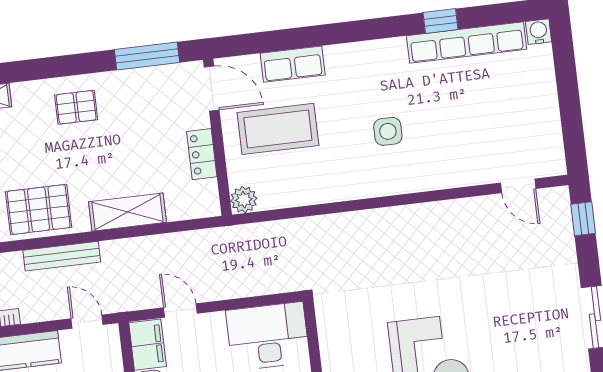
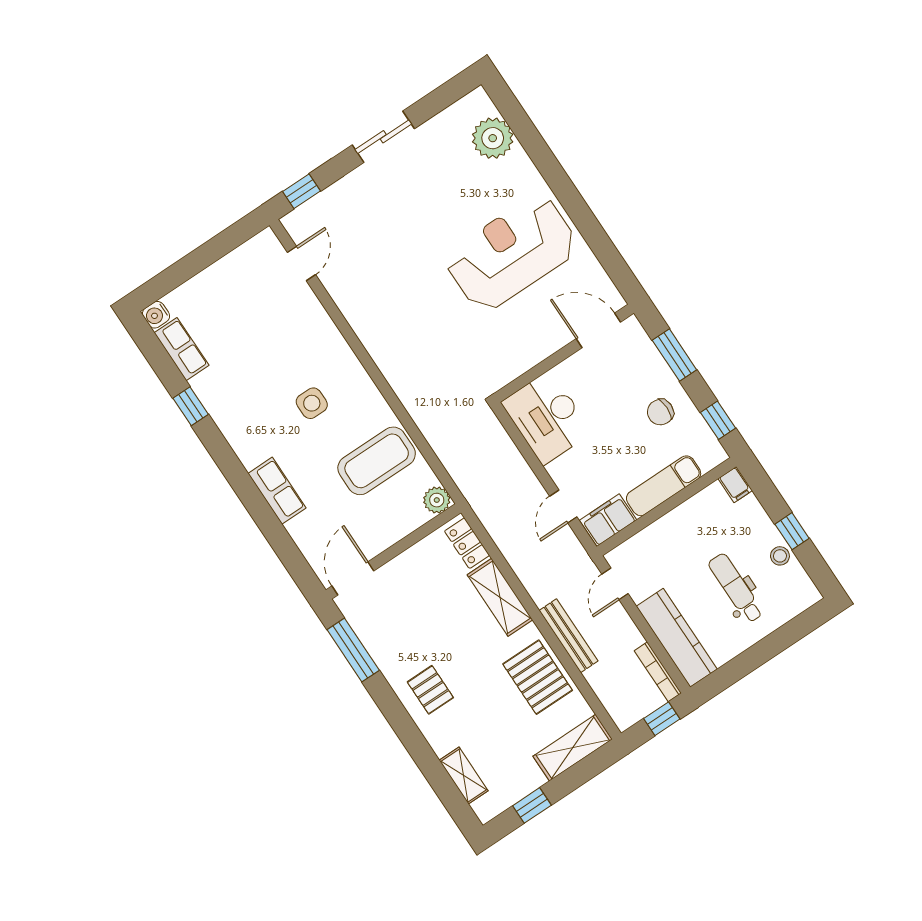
row of seats: (467, 43) -> (182, 349), width x0.50
row of seats: (293, 64) -> (277, 491), moved
coffee table: (278, 129) -> (377, 461), moved, turned 90
locker: (202, 154) -> (467, 543), moved, turned 90

